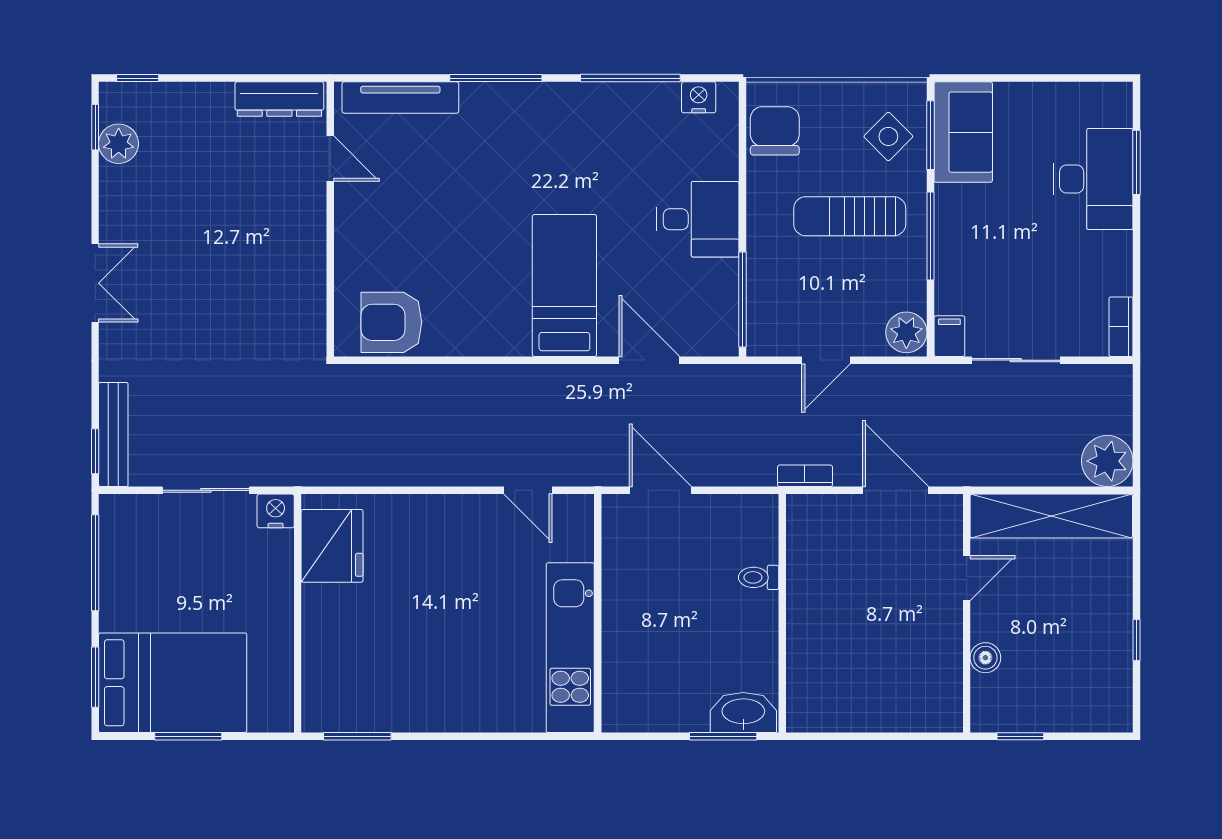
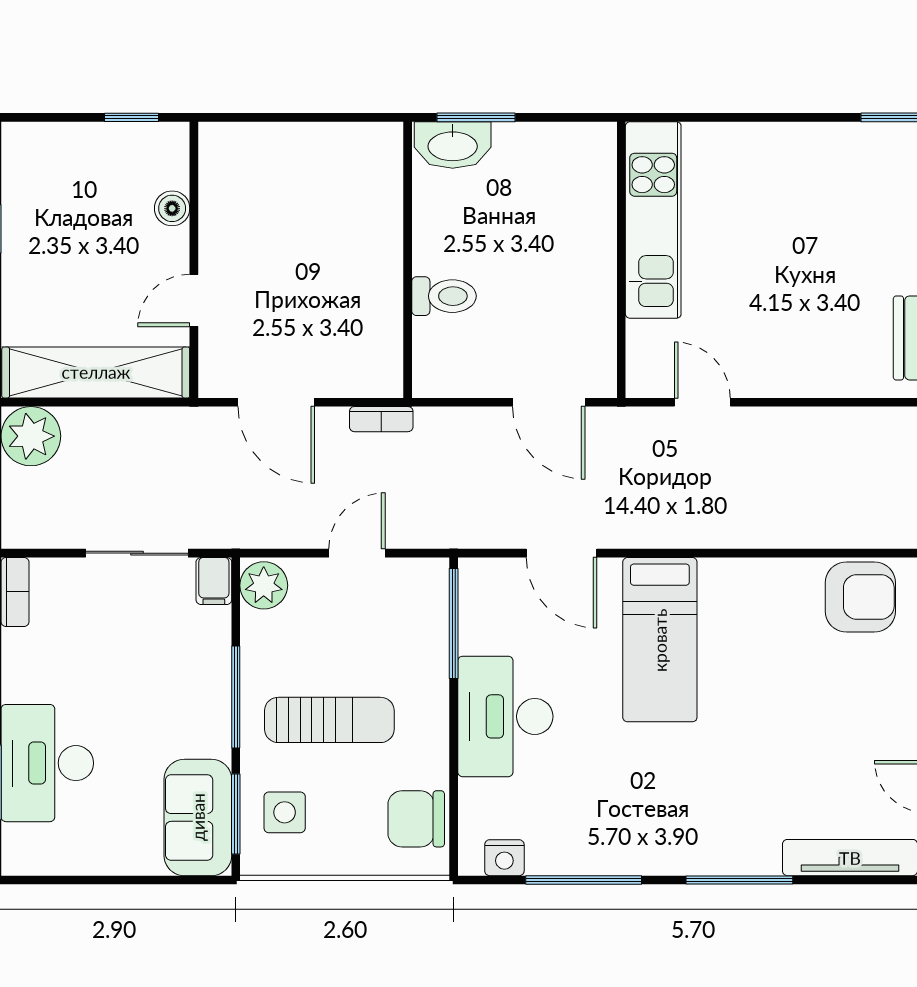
chair: (775, 131) -> (416, 819), turned 90
side table: (888, 136) -> (285, 812), turned 45
desk: (698, 219) -> (505, 716), width x1.37
toilet: (759, 577) -> (444, 296), width x1.37, depth x1.39

